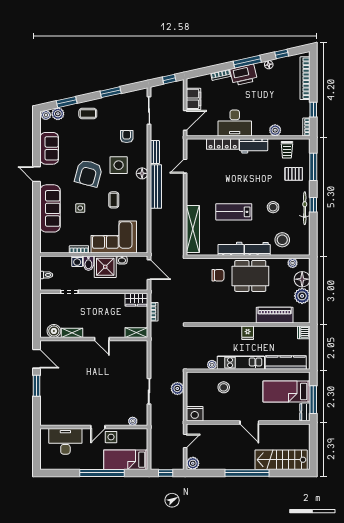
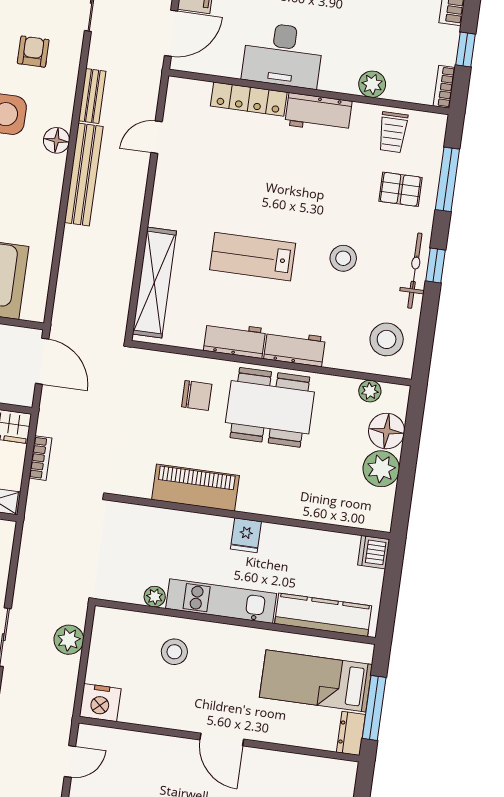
stool: (282, 240) -> (387, 339), moved
piano: (275, 315) -> (196, 488), moved

